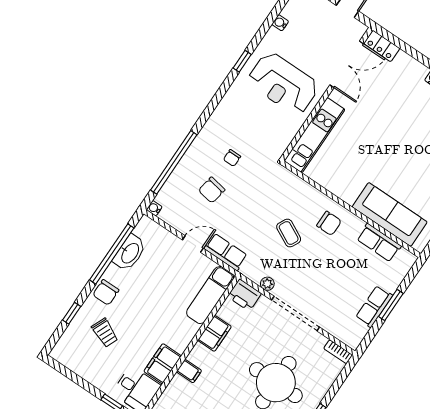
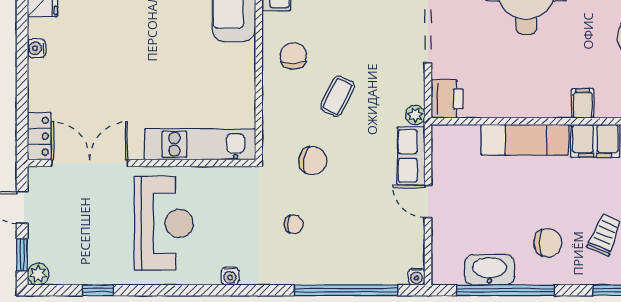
water cooler: (280, 23) -> (230, 276), moved
window: (242, 61) -> (98, 290), moved
chair: (212, 190) -> (313, 161), moved
plant: (267, 284) -> (415, 115), moved
chair: (106, 292) -> (548, 243), moved
exam couch: (210, 295) -> (525, 140), moved
filing cabinet: (215, 333) -> (517, 103), removed

